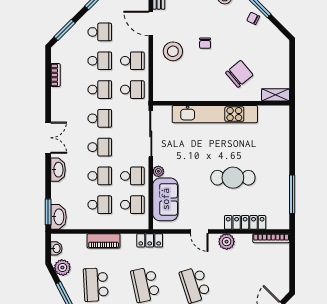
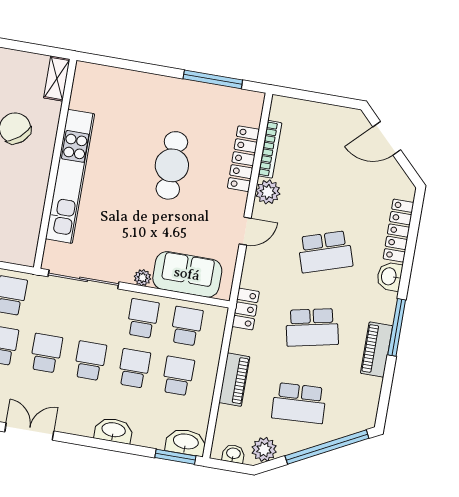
double door: (48, 138) -> (29, 432), moved
bookcase: (271, 238) -> (270, 149), moved

